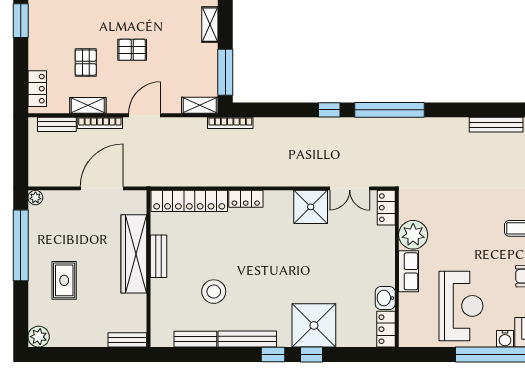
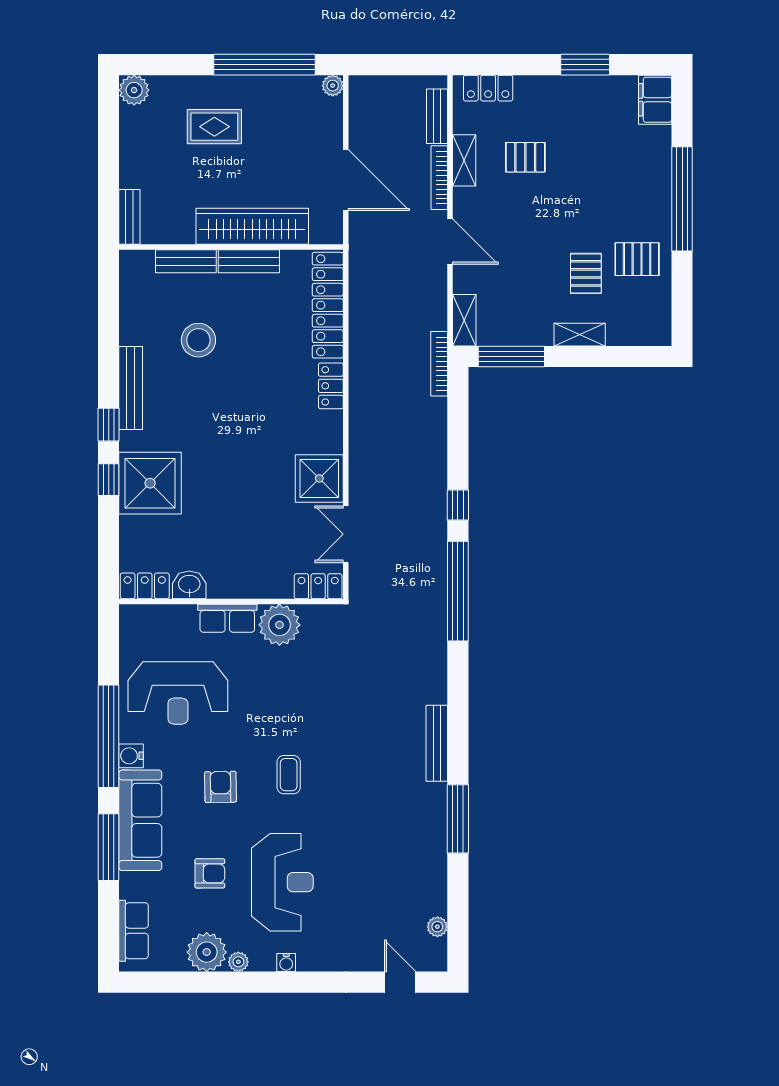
pallet: (132, 50) -> (586, 273), moved
bench: (195, 339) -> (186, 261), moved, turned 90

